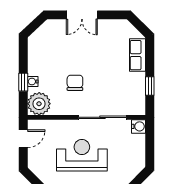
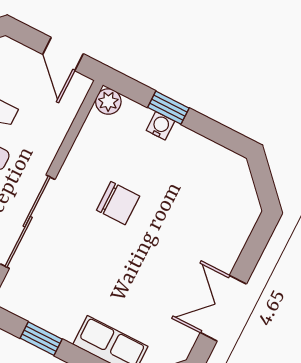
double door: (82, 15) -> (223, 308), moved
plant: (39, 104) -> (108, 102), width x0.53, depth x0.53

